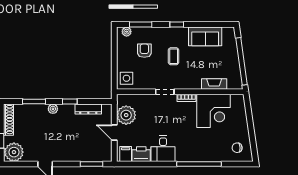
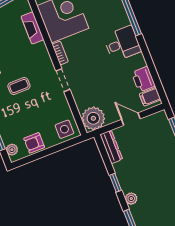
armchair: (144, 51) -> (34, 143), moved
dresser: (88, 109) -> (111, 147), moved
plant: (126, 115) -> (93, 118), moved
door: (114, 132) -> (131, 119), swing flipped
desk: (163, 149) -> (122, 44), moved

